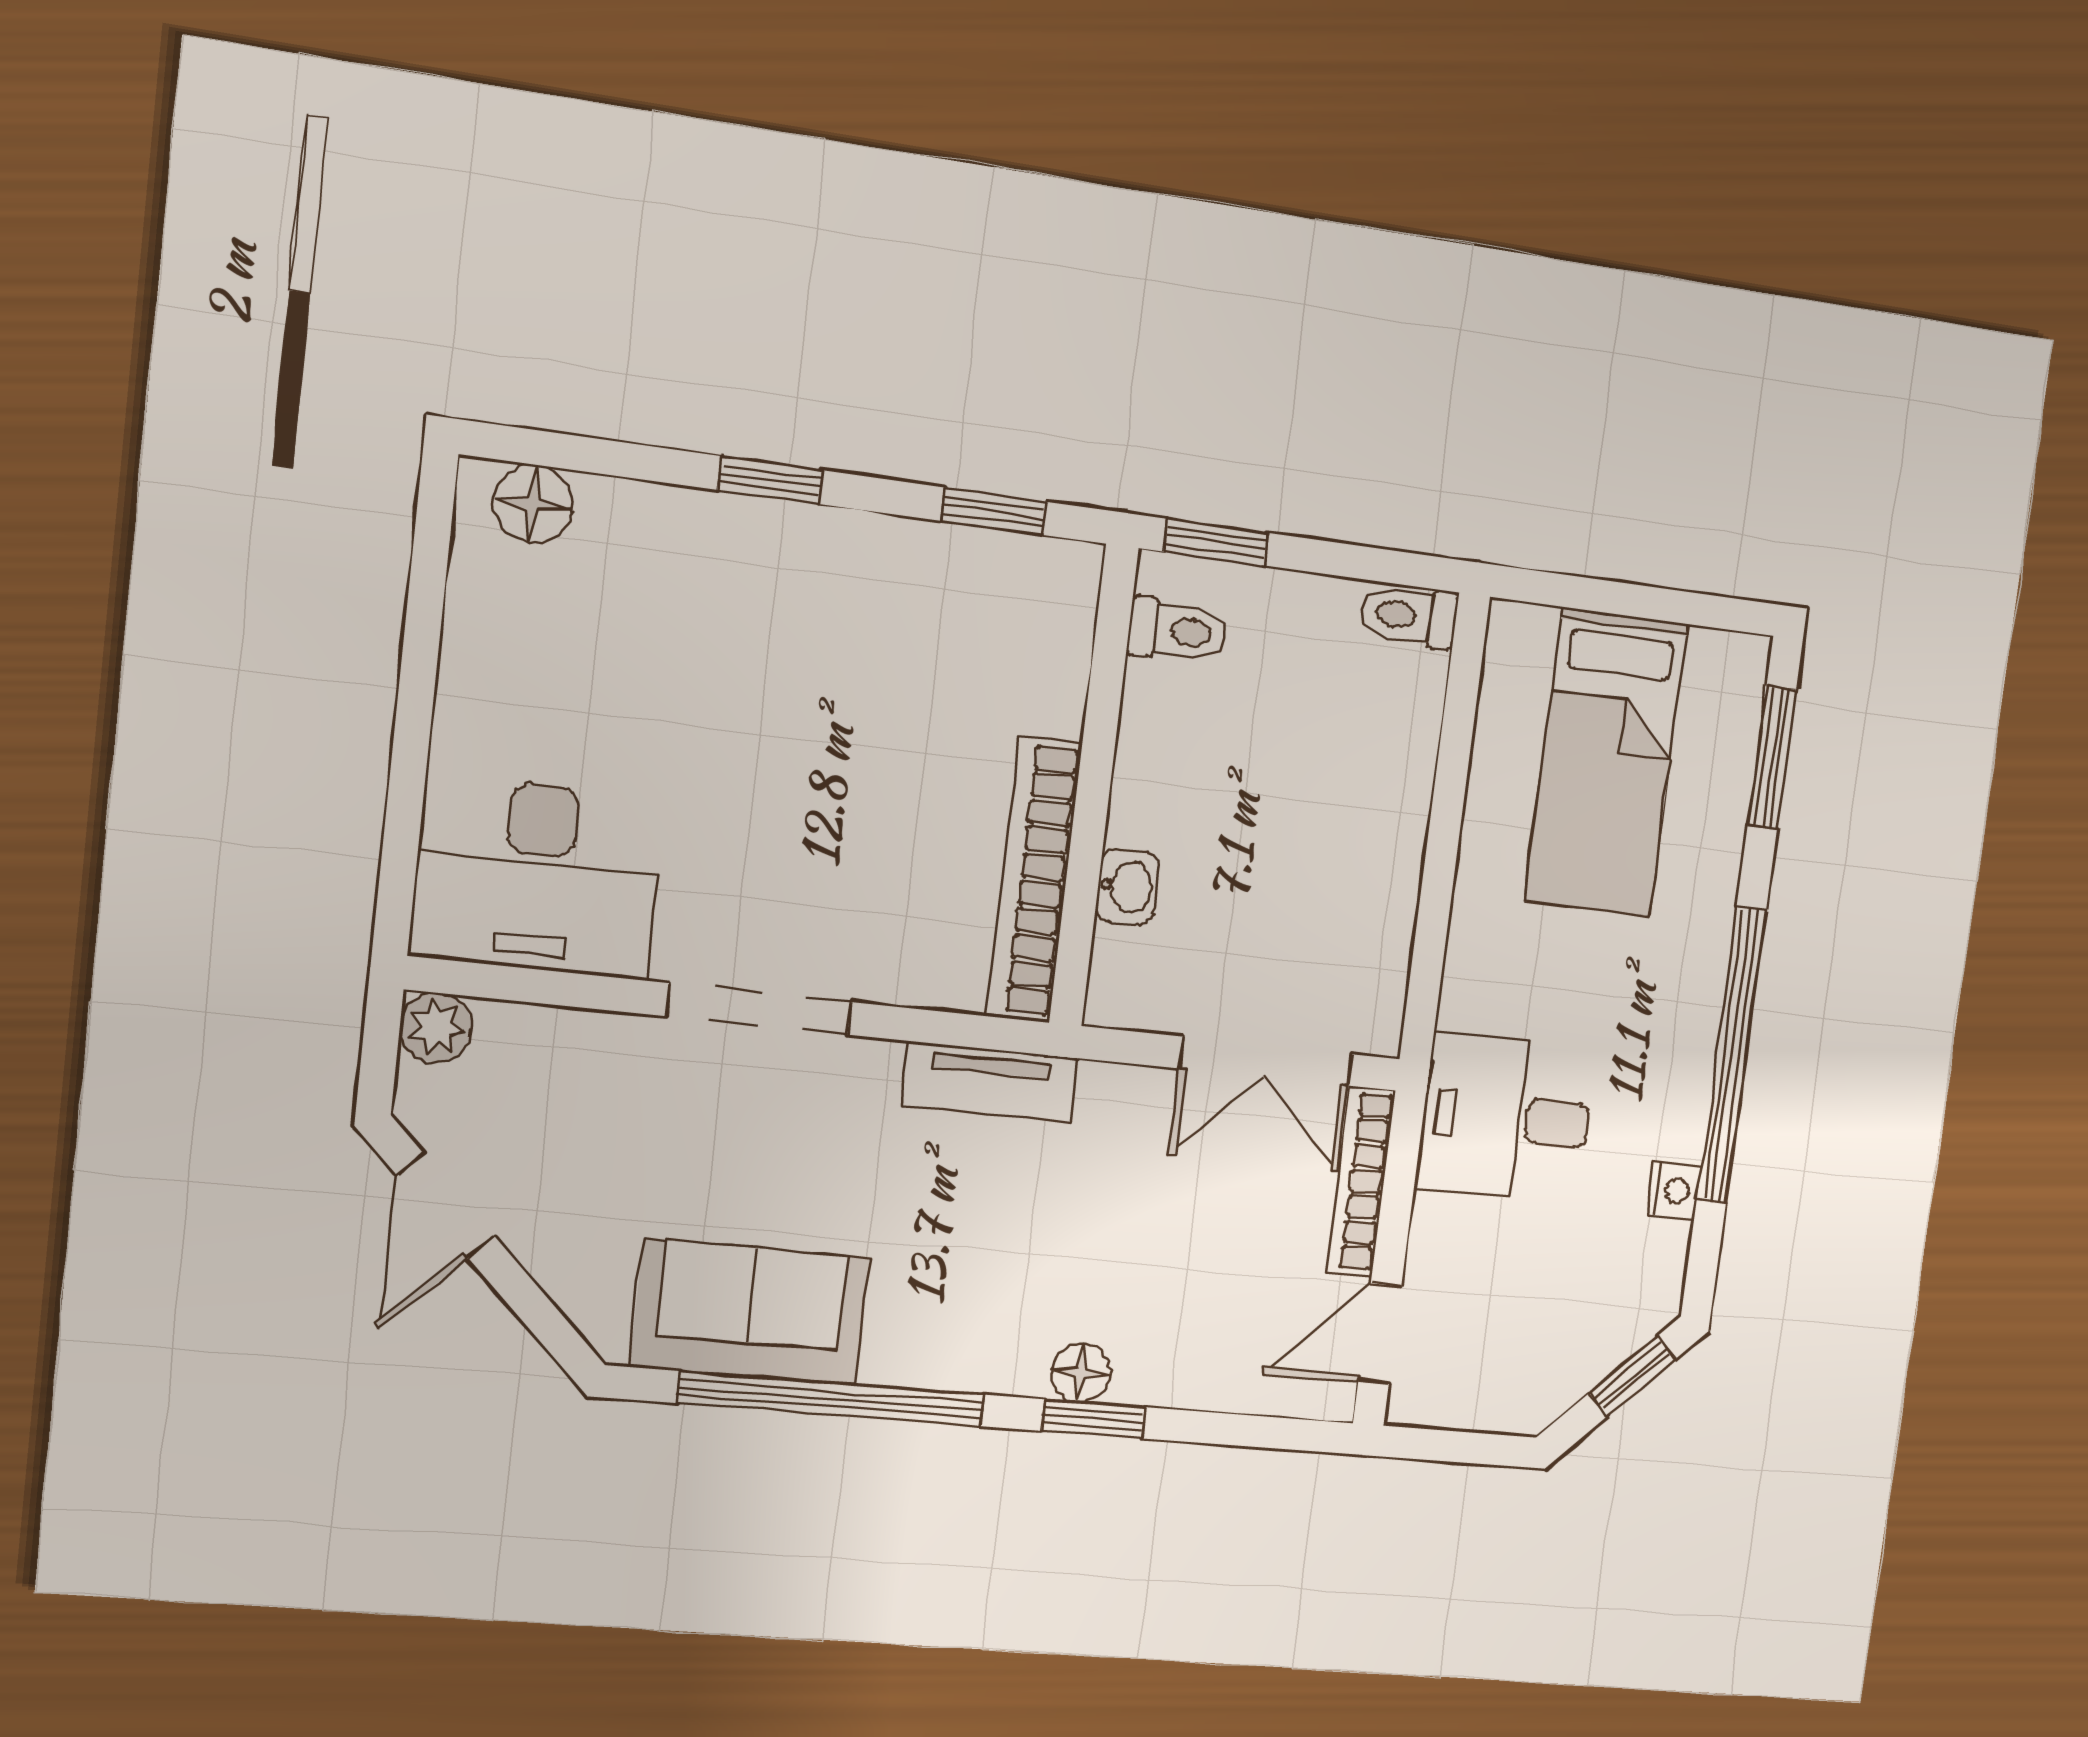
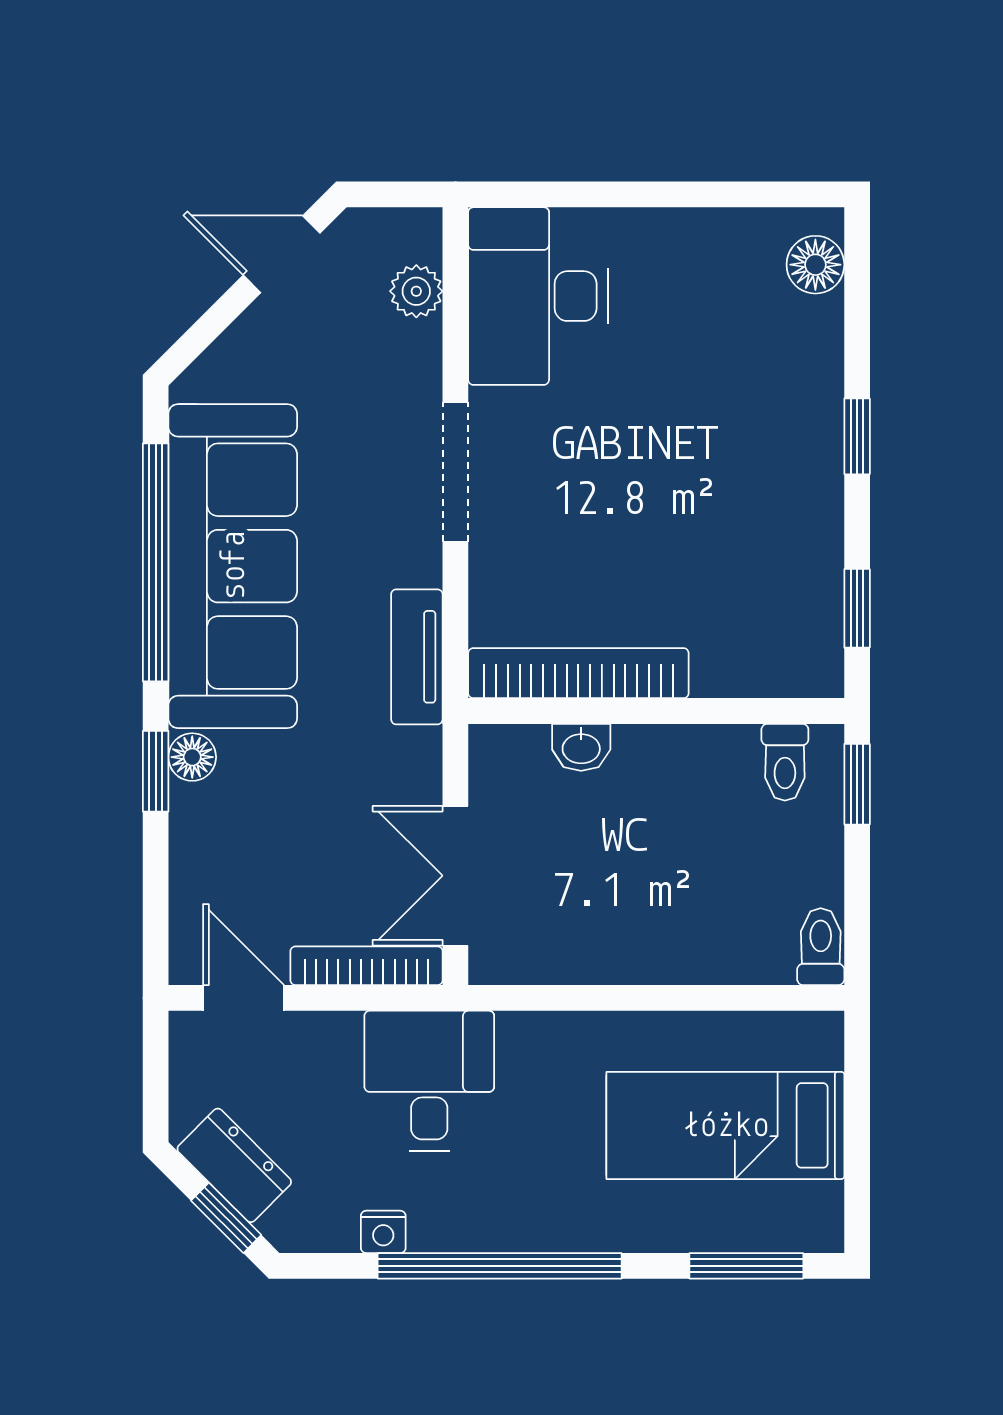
plant: (436, 1028) -> (416, 291), moved
sofa: (750, 1312) -> (233, 566), width x1.85, depth x1.27
dresser: (1574, 1361) -> (234, 1165), added

